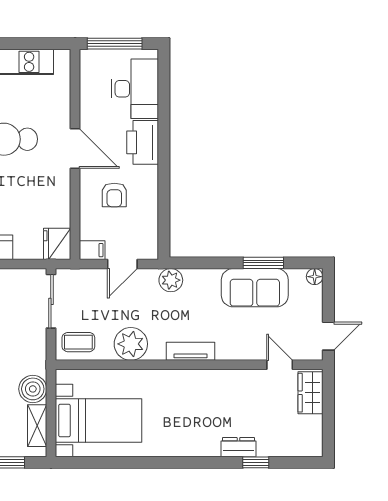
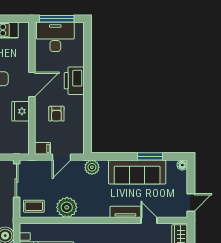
desk: (135, 89) -> (55, 37), moved, turned -90
door: (75, 149) -> (32, 85), hinge flipped
fridge: (57, 244) -> (20, 111), moved
sofa: (255, 288) -> (137, 172), width x1.36
tv unit: (191, 351) -> (125, 212), moved
door: (280, 365) -> (149, 220), moved

